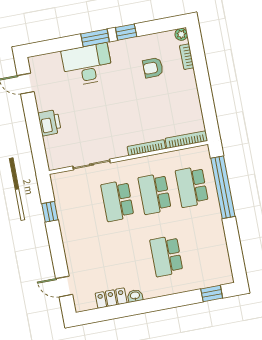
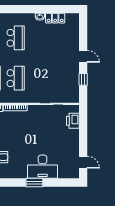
window: (126, 32) -> (14, 183), removed
printer: (50, 123) -> (73, 121), moved
school desk: (117, 201) -> (40, 78), removed
door: (64, 287) -> (83, 56), moved

